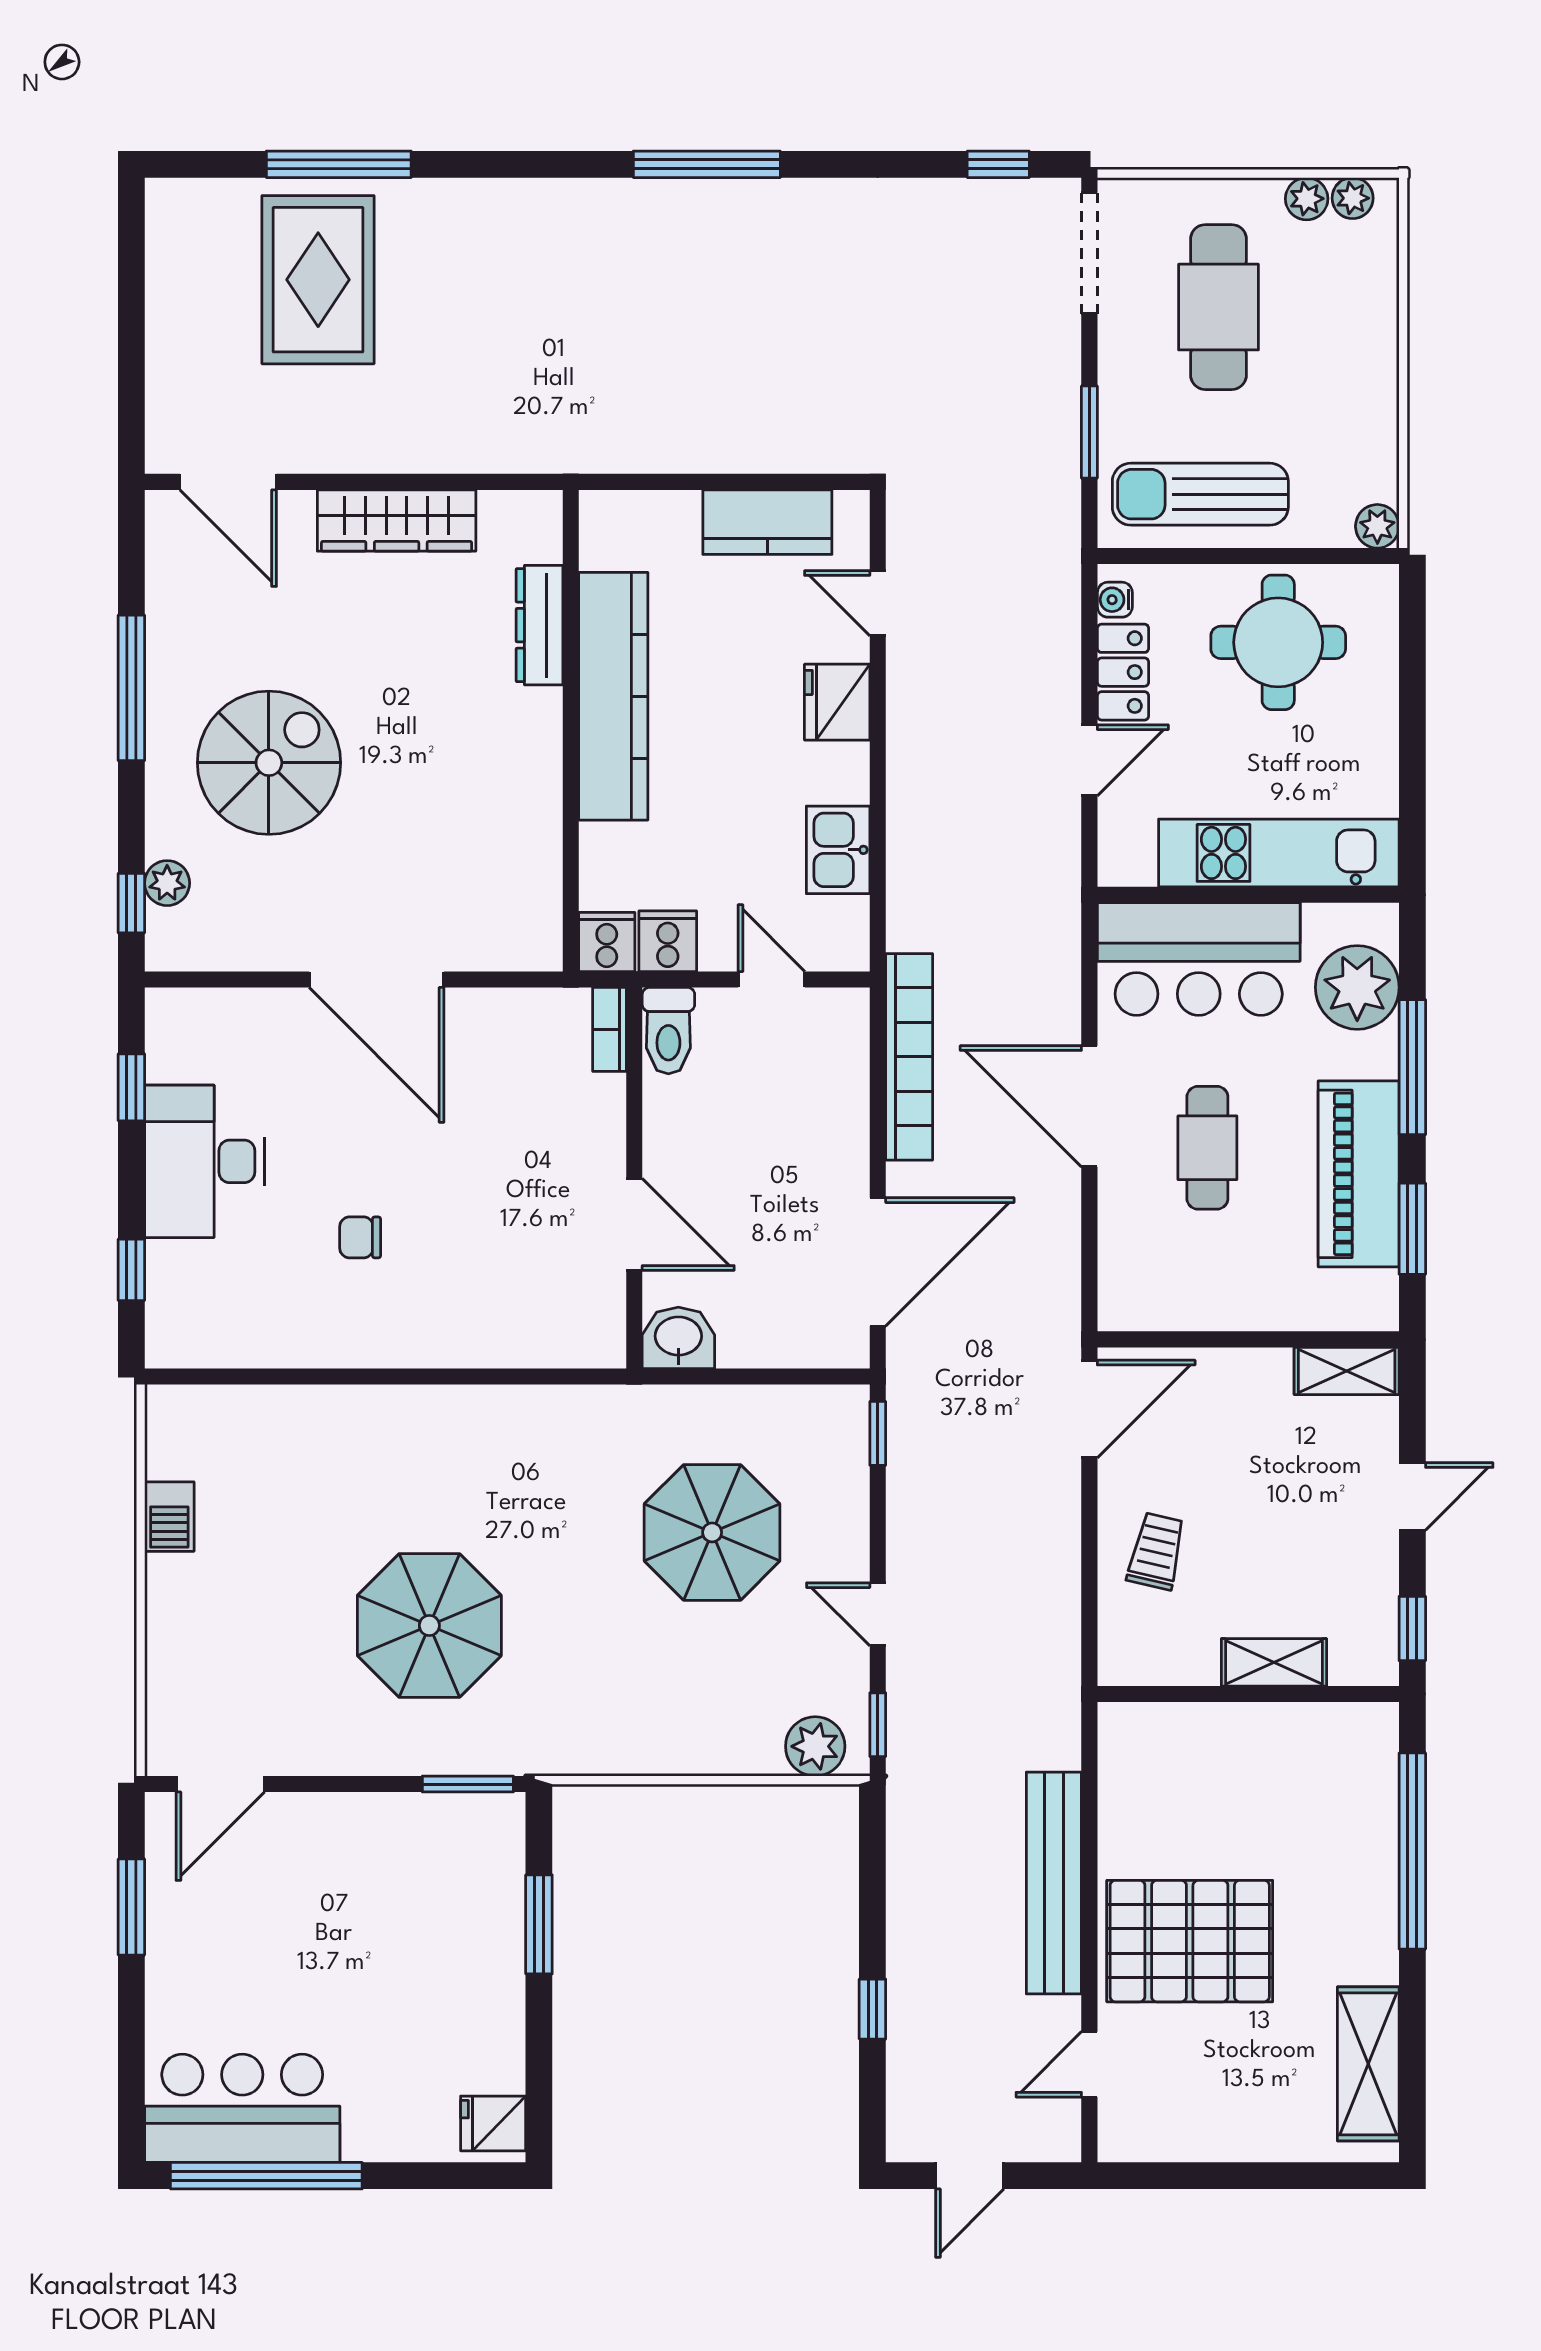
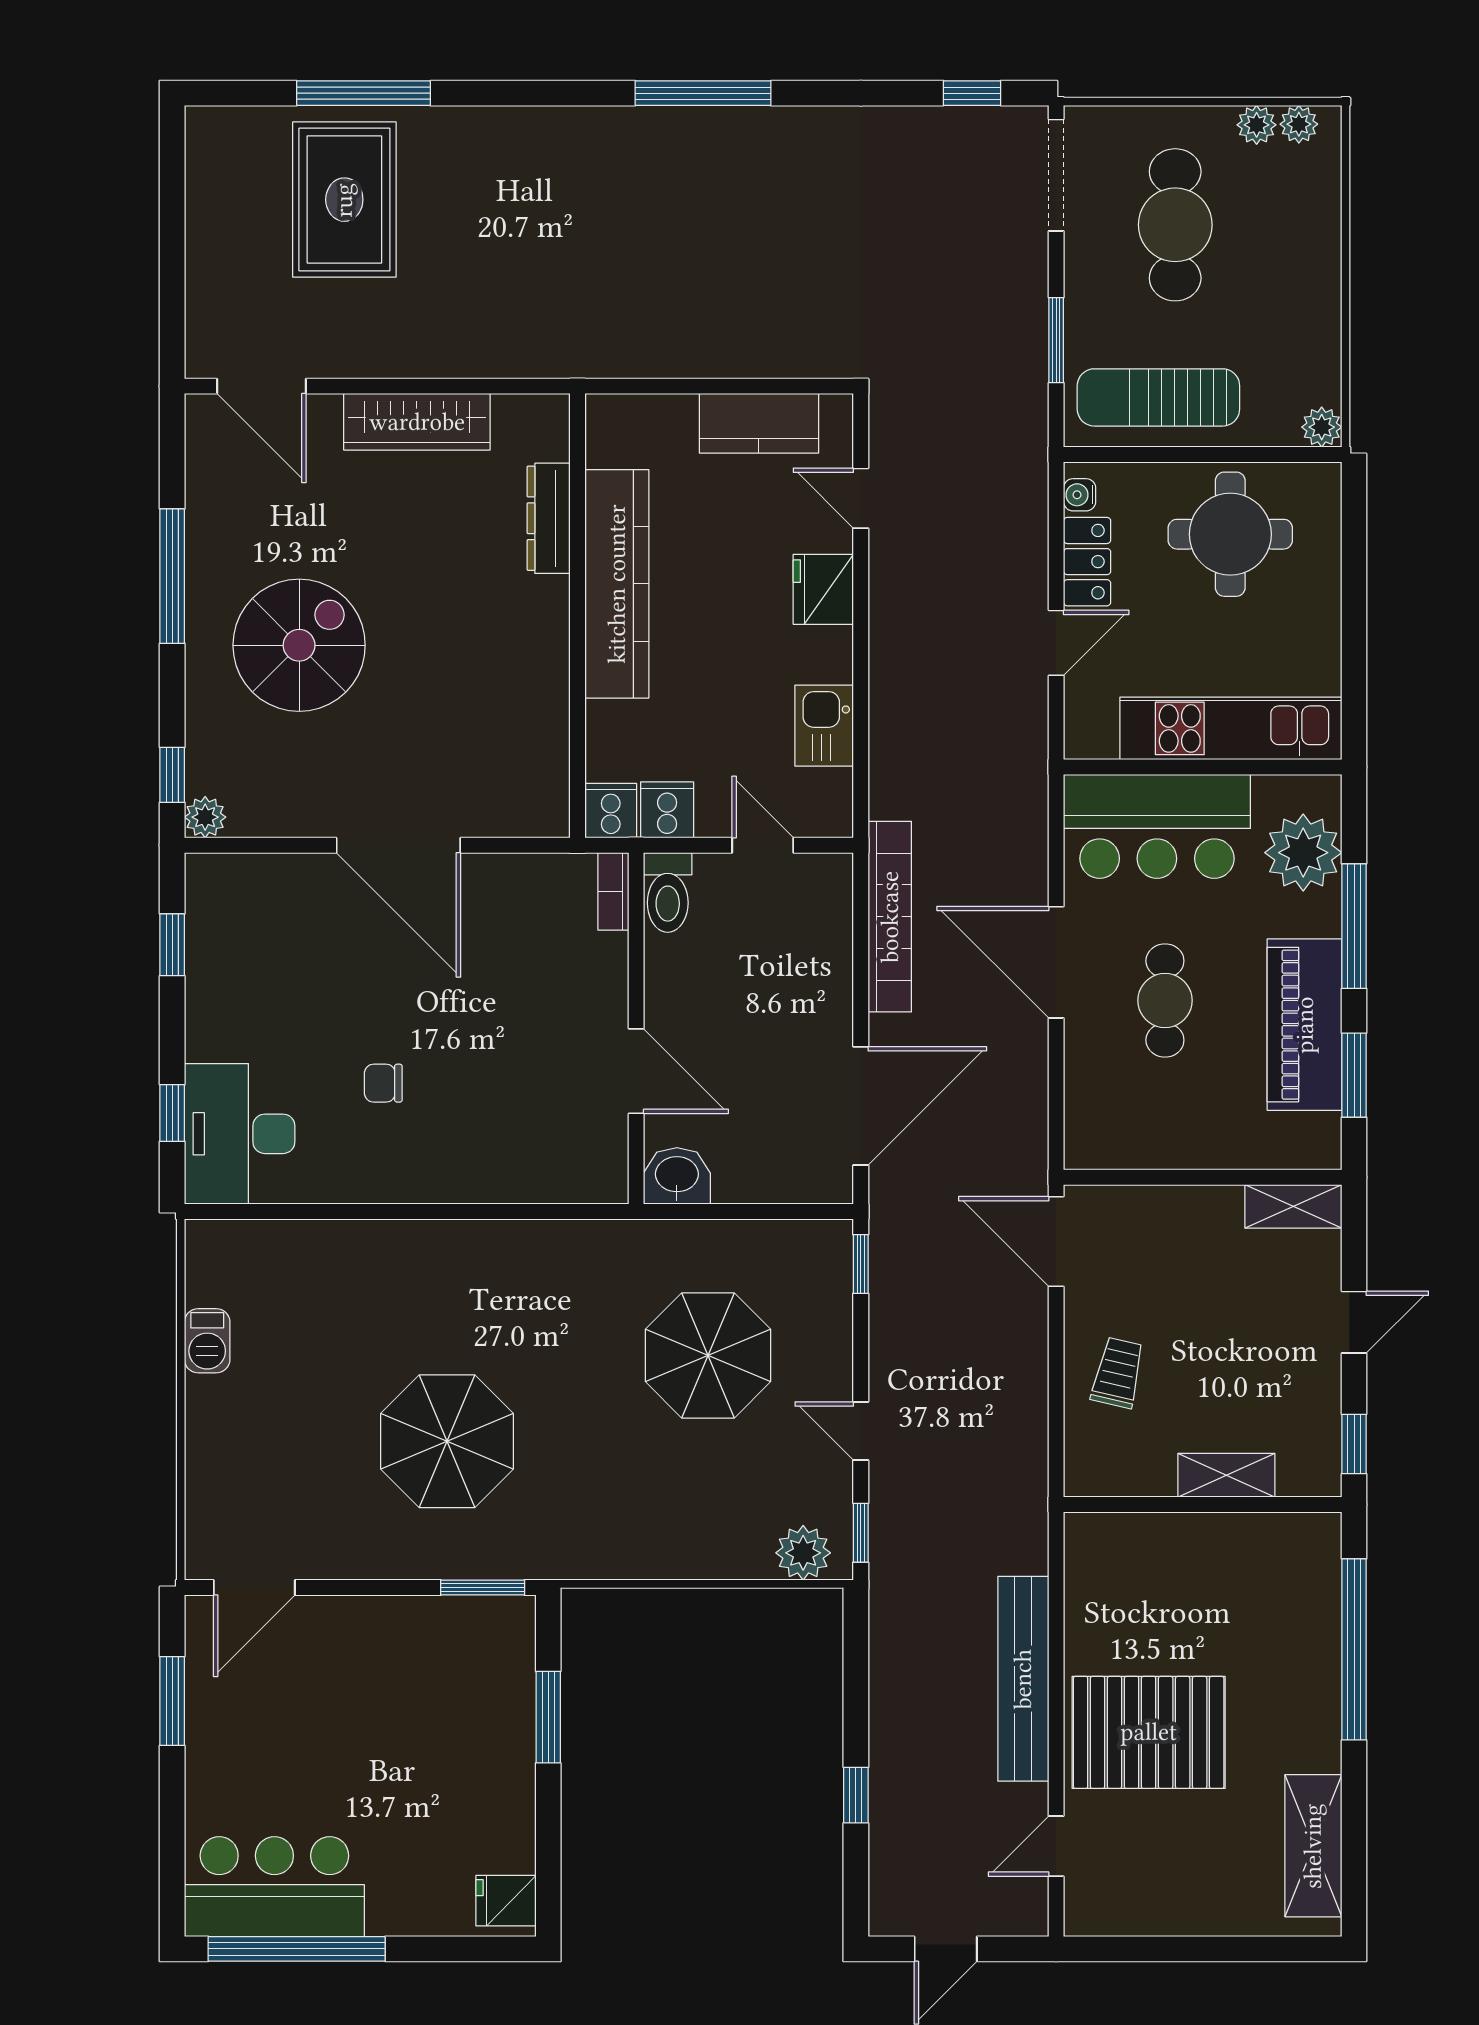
plant: (167, 883) -> (205, 817), moved
desk: (204, 1161) -> (240, 1134), moved
door: (1089, 1409) -> (1056, 1242), swing flipped

